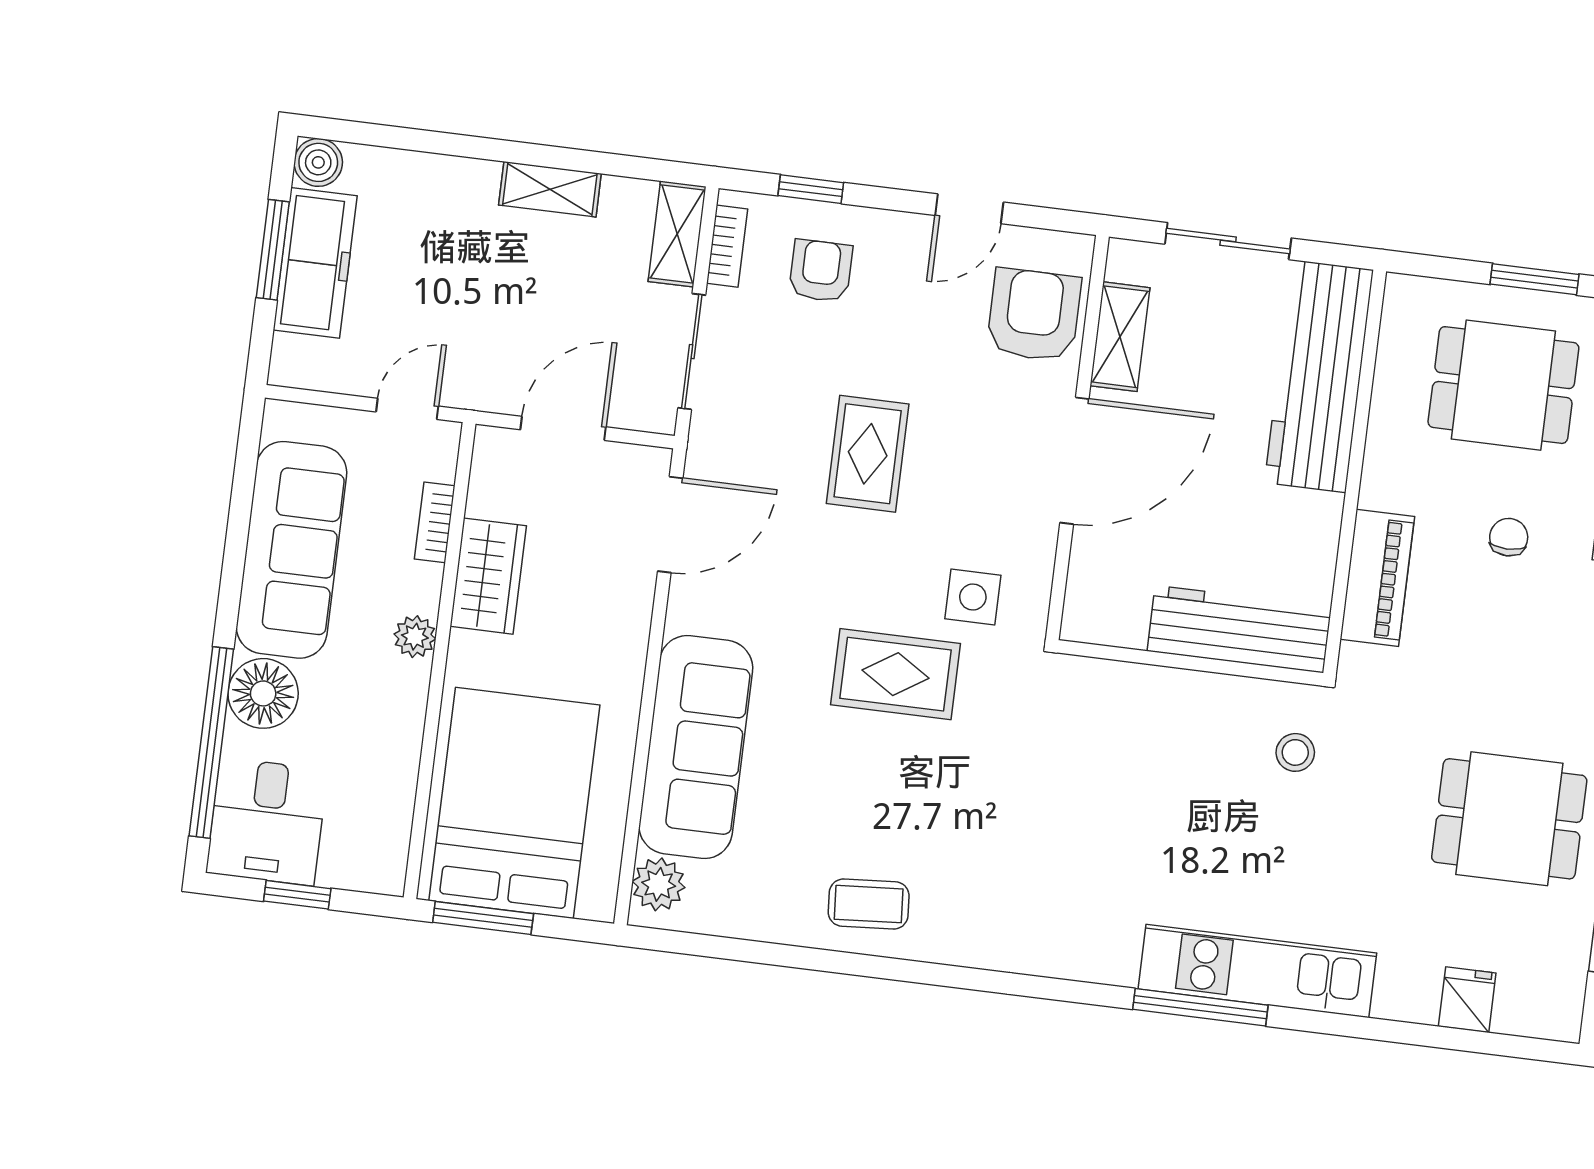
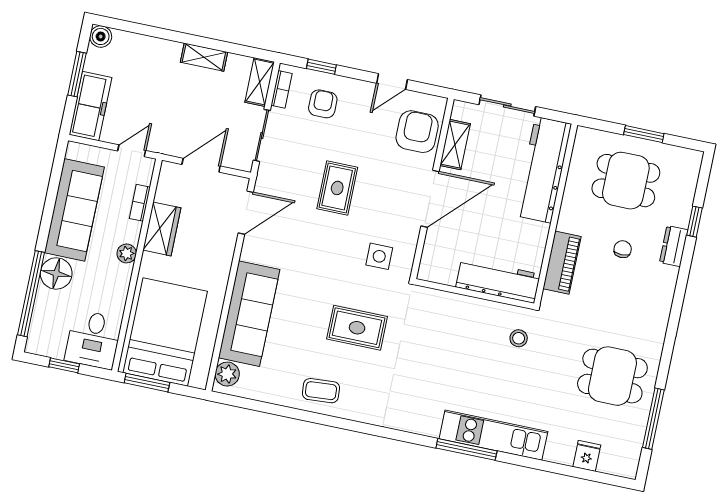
freezer: (315, 263) -> (90, 106), moved
rug: (896, 674) -> (357, 328), moved
desk: (267, 821) -> (93, 340), moved

